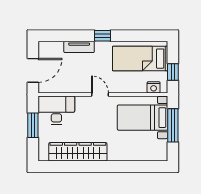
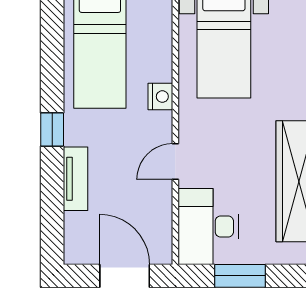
nightstand: (154, 87) -> (160, 97), moved
door: (100, 94) -> (175, 162), moved

